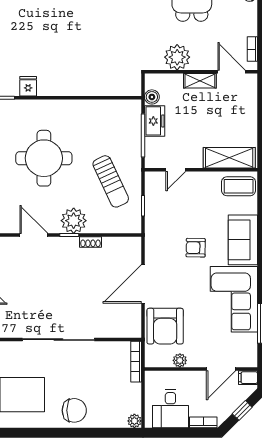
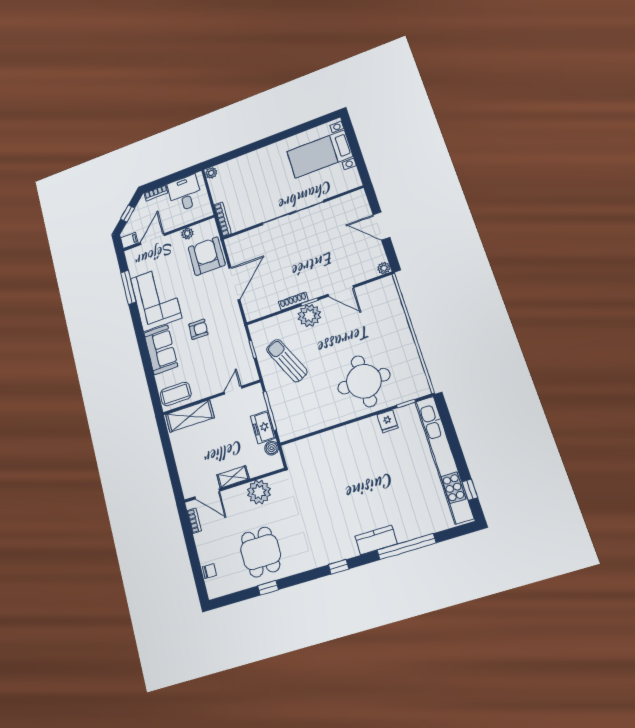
round table: (44, 158) -> (364, 381), moved
shoe rack: (90, 242) -> (293, 301), width x1.43
chair: (74, 410) -> (263, 162), removed

